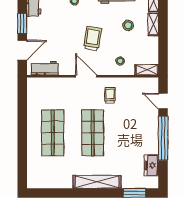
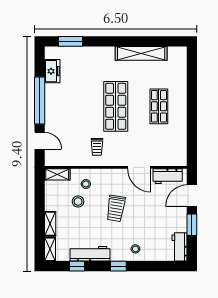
stool: (128, 25) -> (78, 201), moved
door: (86, 76) -> (139, 167), moved
shop shelf: (53, 133) -> (159, 106), width x0.70, depth x0.74
shelving: (97, 182) -> (141, 53), moved

